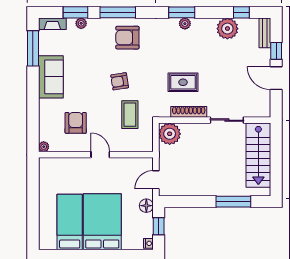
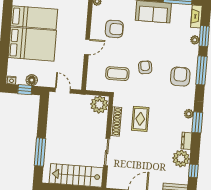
plant: (185, 24) -> (189, 114), moved
dresser: (205, 24) -> (186, 141), added
floor lamp: (146, 206) -> (32, 80), moved

